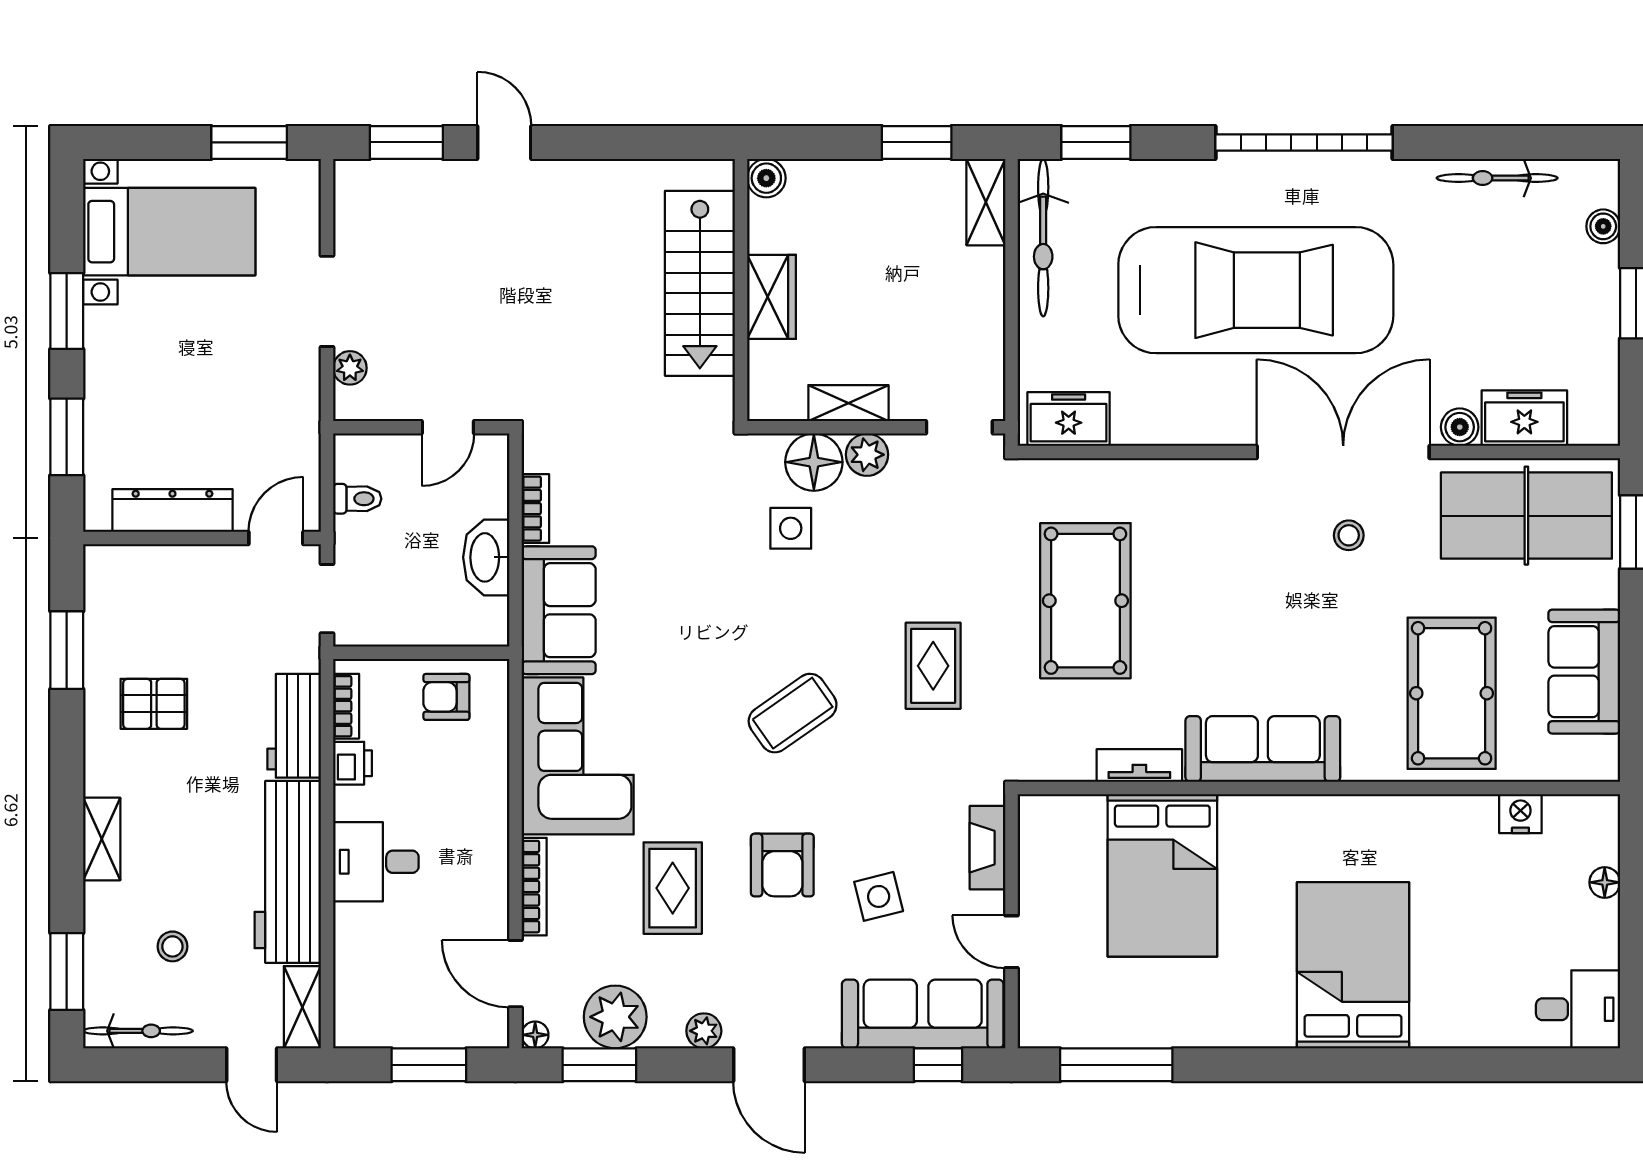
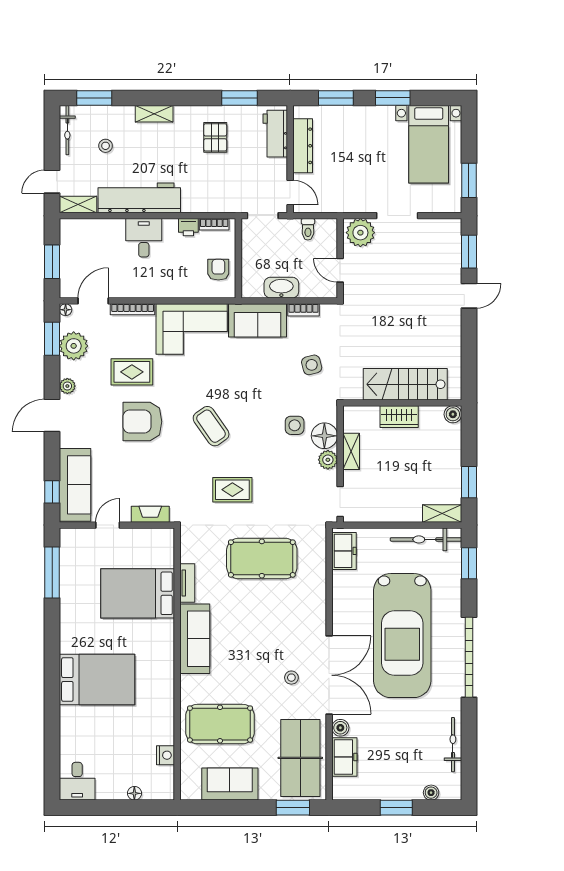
plant: (350, 368) -> (360, 233), width x1.87, depth x1.87
workbench: (294, 726) -> (275, 134), moved, turned -90
armchair: (782, 865) -> (142, 422), width x1.36, depth x1.36
side table: (879, 896) -> (312, 365), moved

